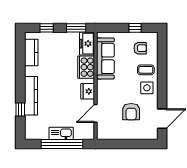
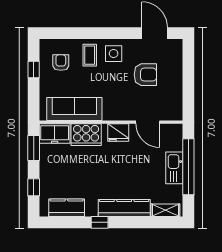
window: (20, 110) -> (100, 222), moved
shelving: (29, 127) -> (165, 210), added

